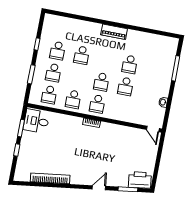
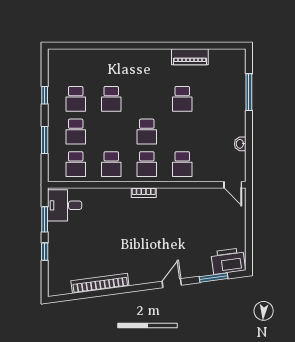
piano: (114, 32) -> (190, 57), moved
school desk: (125, 86) -> (182, 164), moved

